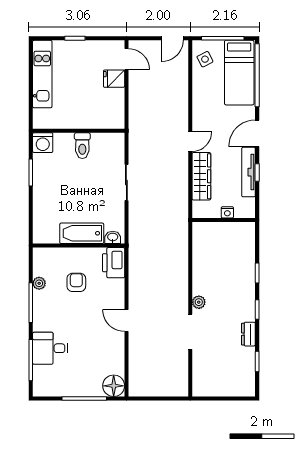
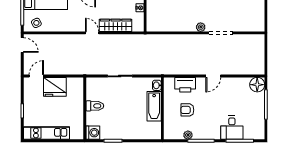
fridge: (114, 79) -> (55, 87), width x1.88, depth x1.34
printer: (114, 263) -> (185, 85), moved

